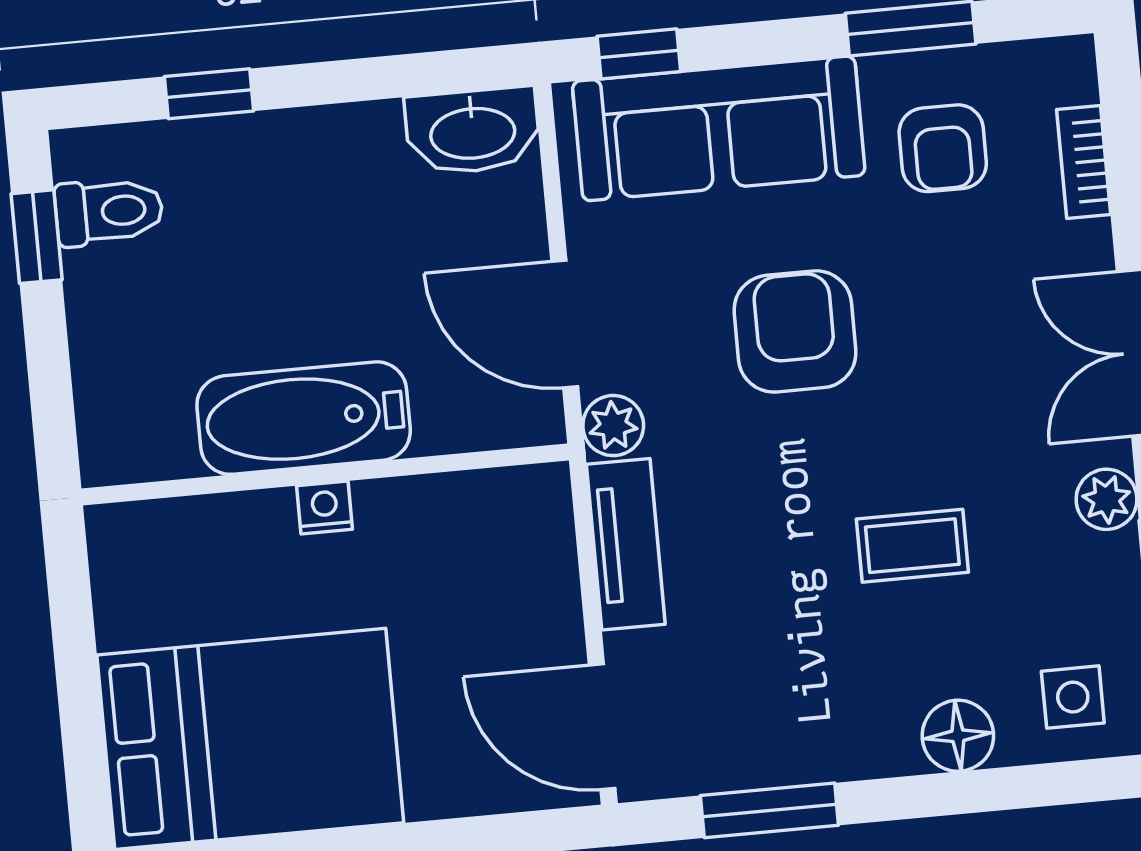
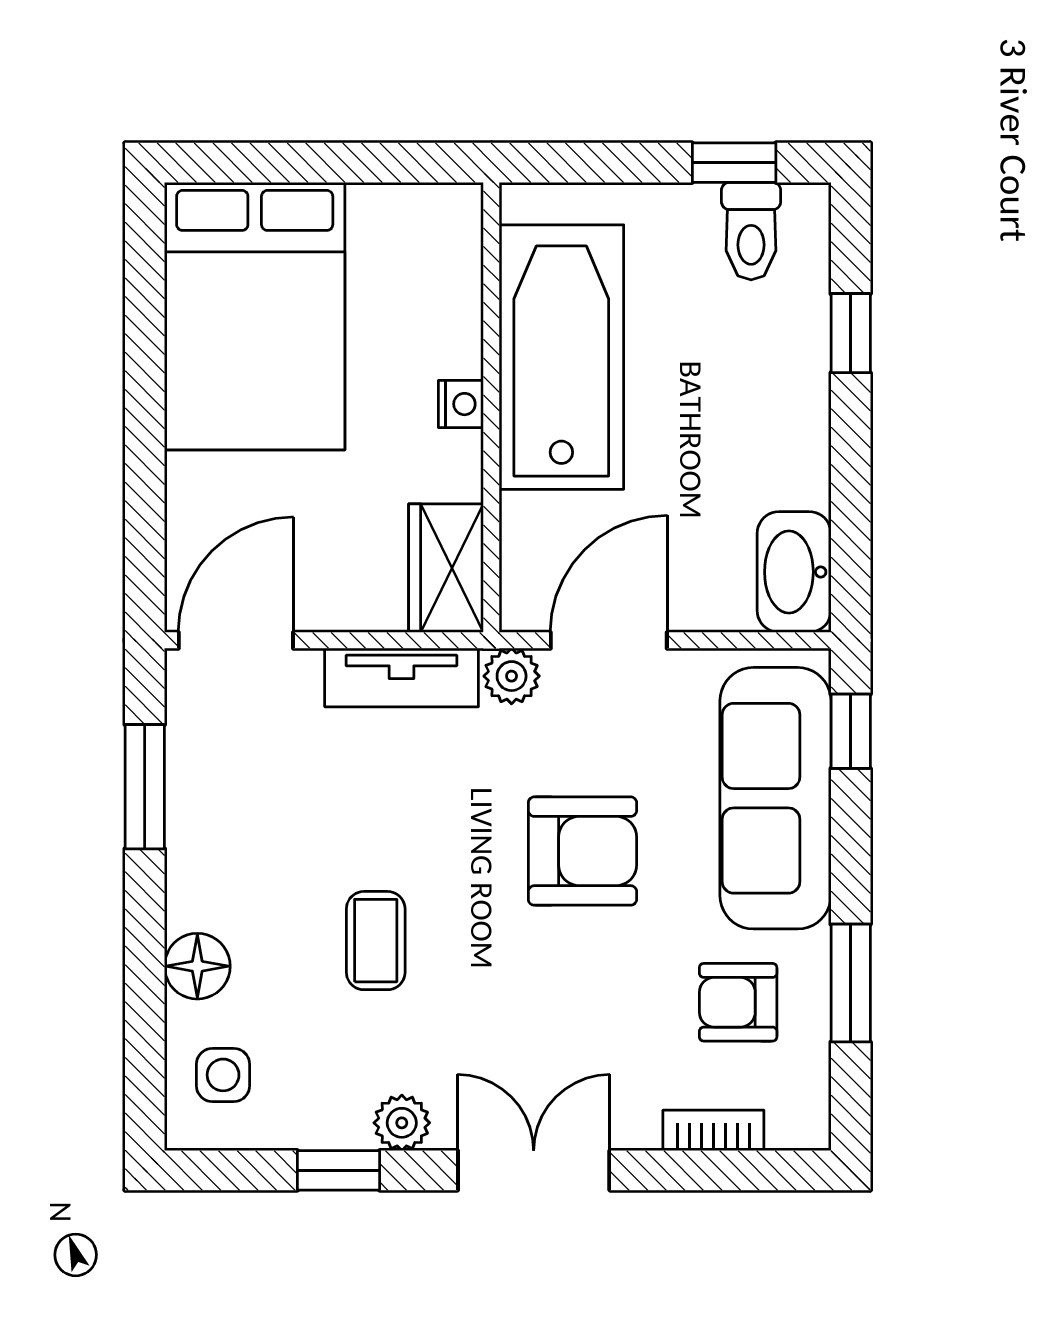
bathtub: (304, 418) -> (561, 357), width x1.36, depth x1.36
wardrobe: (503, 507) -> (446, 568), added

